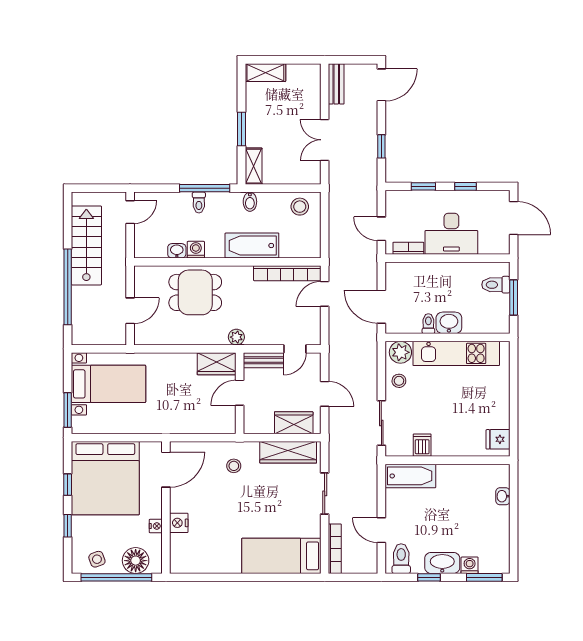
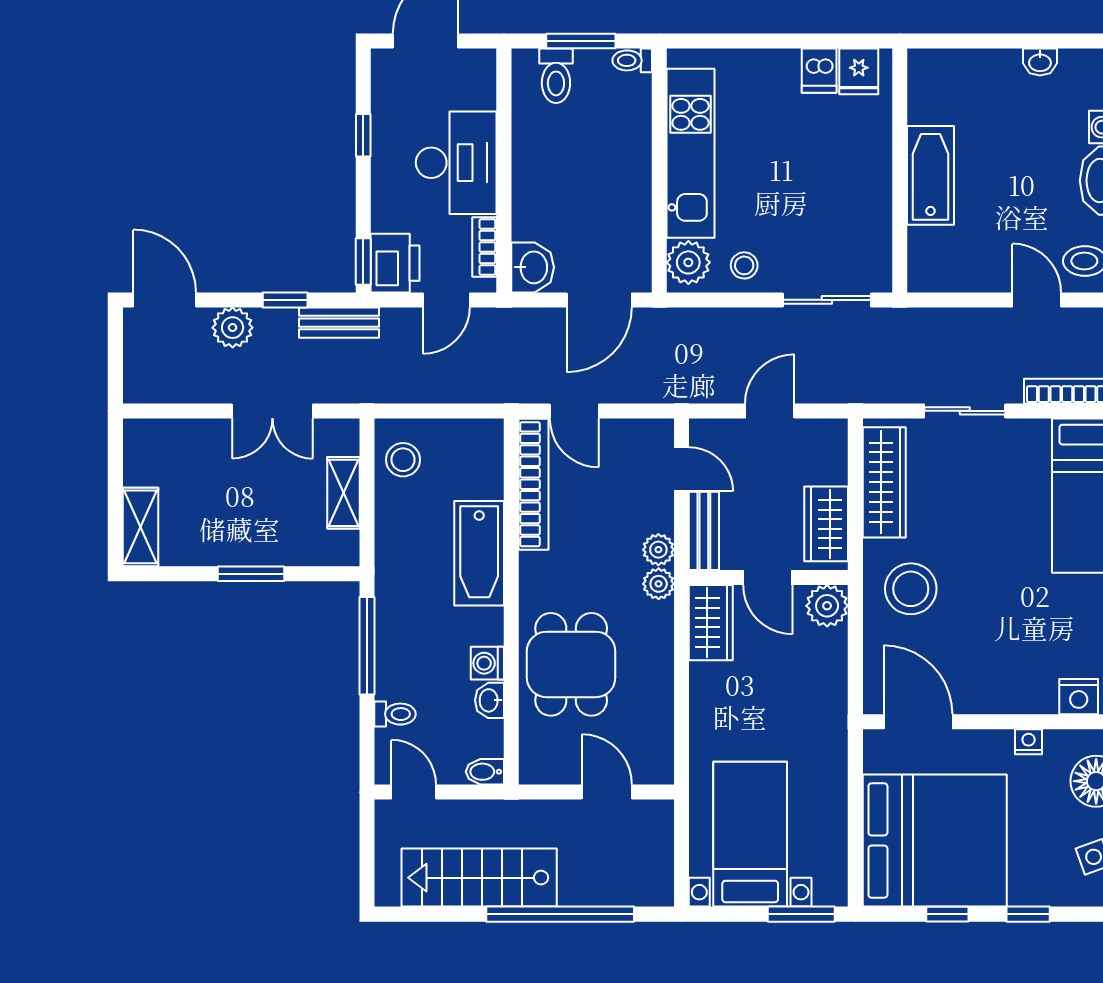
bench: (336, 84) -> (339, 323), moved
plant: (367, 120) -> (233, 328), added
shelving: (254, 166) -> (343, 493), moved, turned 90
window: (423, 186) -> (363, 261), moved
bidet: (250, 202) -> (485, 772), moved, turned 180
toilet: (199, 203) -> (395, 714), moved
printer: (400, 203) -> (395, 263), added
washbasin: (449, 323) -> (533, 267), moved, turned 180
toilet: (428, 324) -> (632, 60), moved
plant: (254, 337) -> (658, 550), added
plant: (225, 423) -> (827, 606), added
wardrobe: (294, 423) -> (826, 524), moved
dishwasher: (422, 445) -> (819, 71), moved, turned -90
stool: (234, 466) -> (911, 589), width x1.89, depth x1.89
bathtub: (410, 476) -> (930, 175), moved
washbasin: (503, 496) -> (1040, 62), moved
nightstand: (179, 523) -> (1079, 697), moved
door: (381, 530) -> (1037, 300), swing flipped

